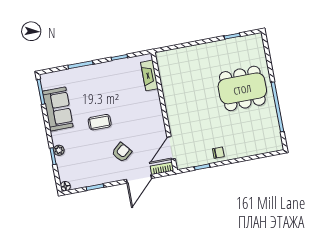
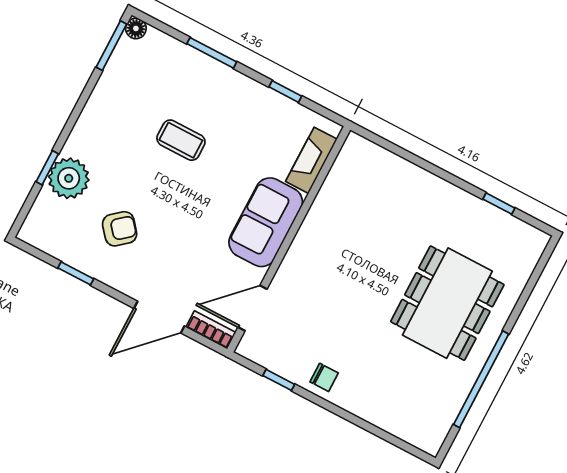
dining table: (242, 88) -> (447, 303), turned 90
sofa: (58, 109) -> (266, 222), moved, turned 180
coffee table: (100, 122) -> (181, 140), moved
plant: (59, 150) -> (69, 178), width x1.87, depth x1.87
armchair: (122, 152) -> (120, 229), moved
floor lamp: (65, 186) -> (136, 28), moved

